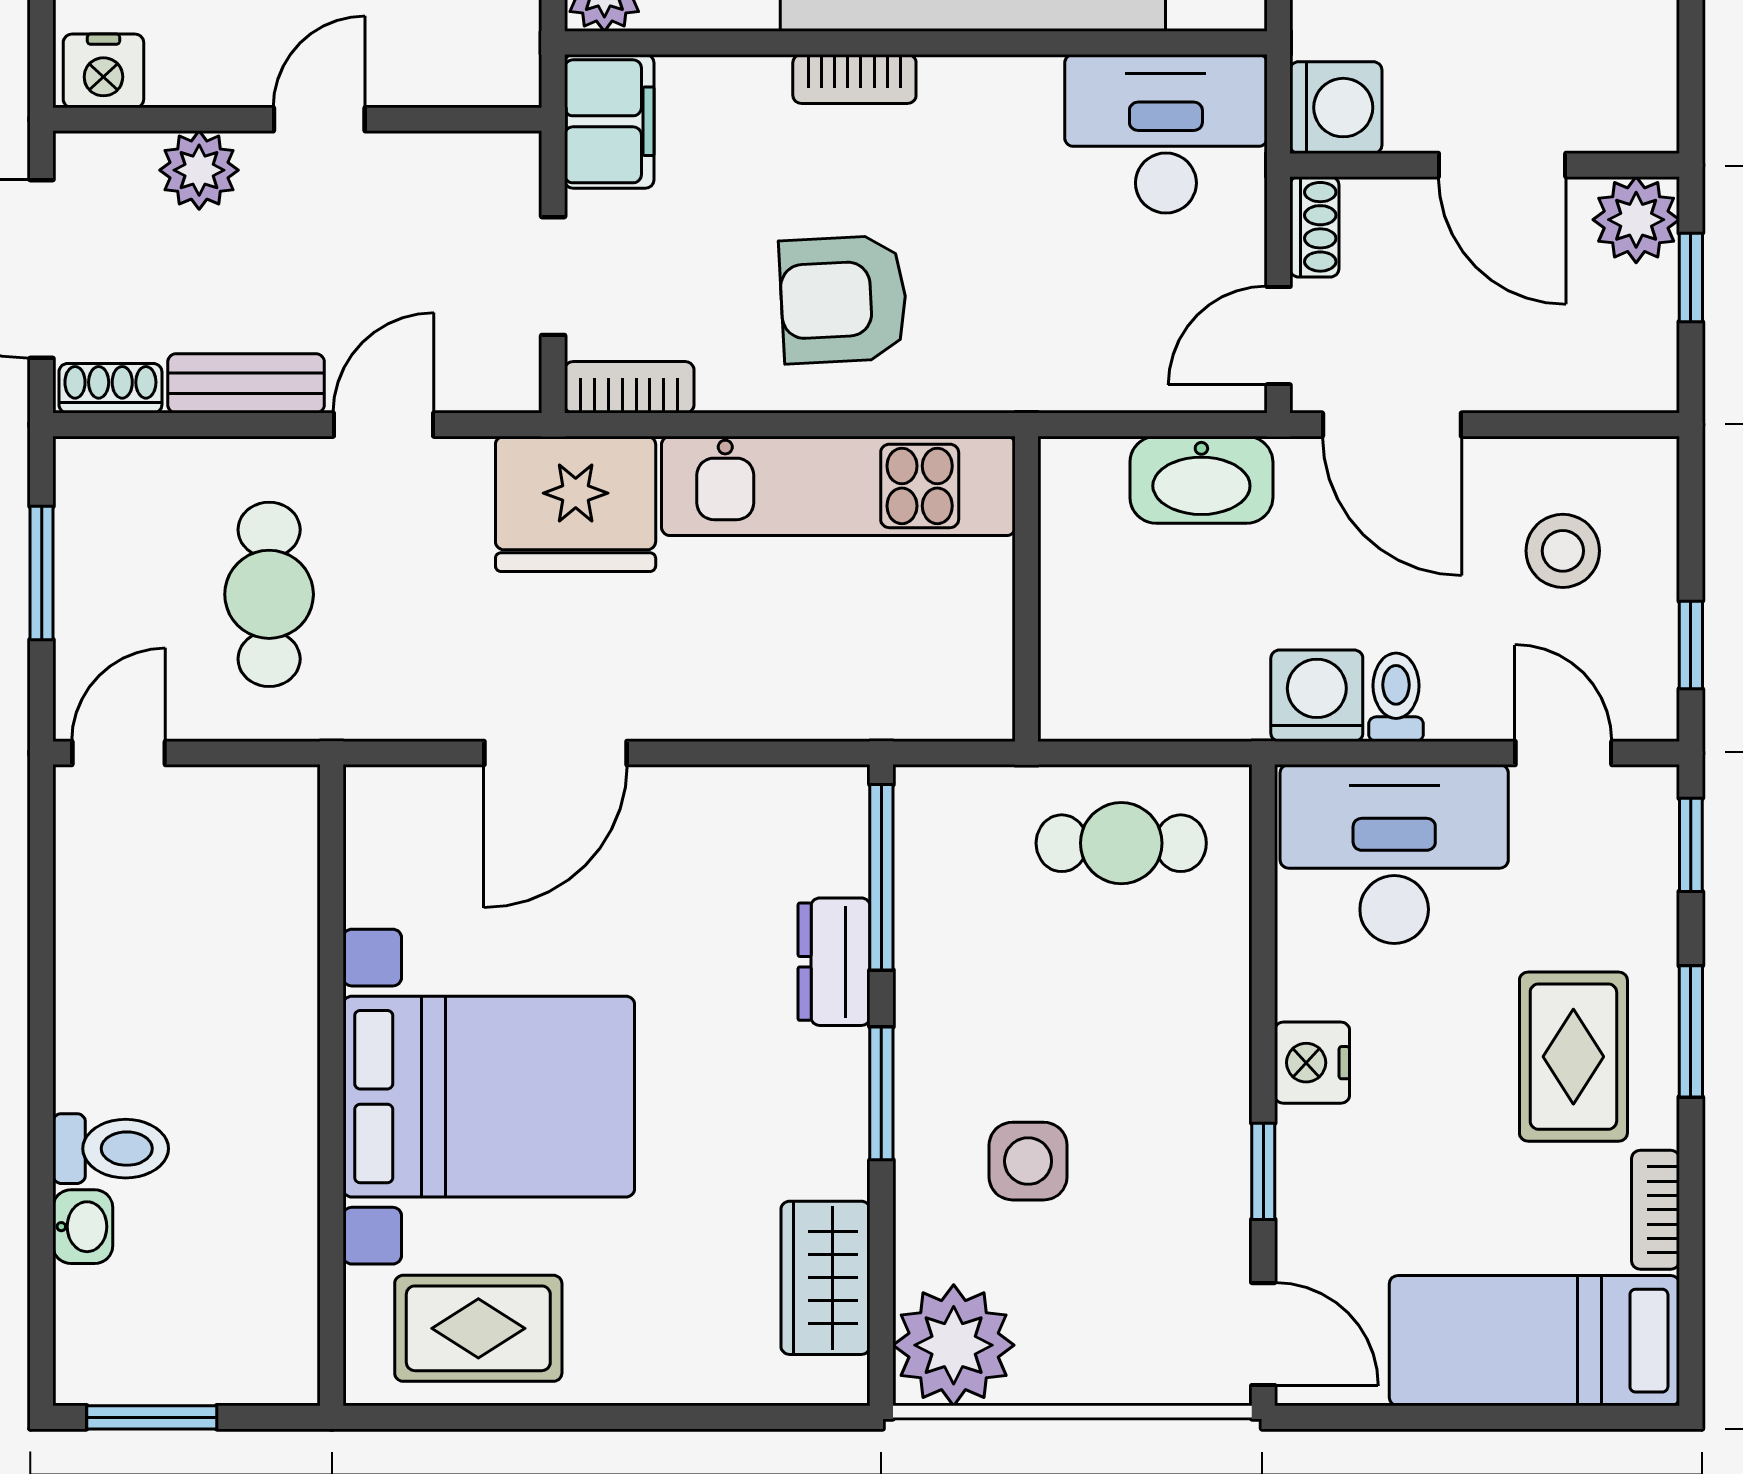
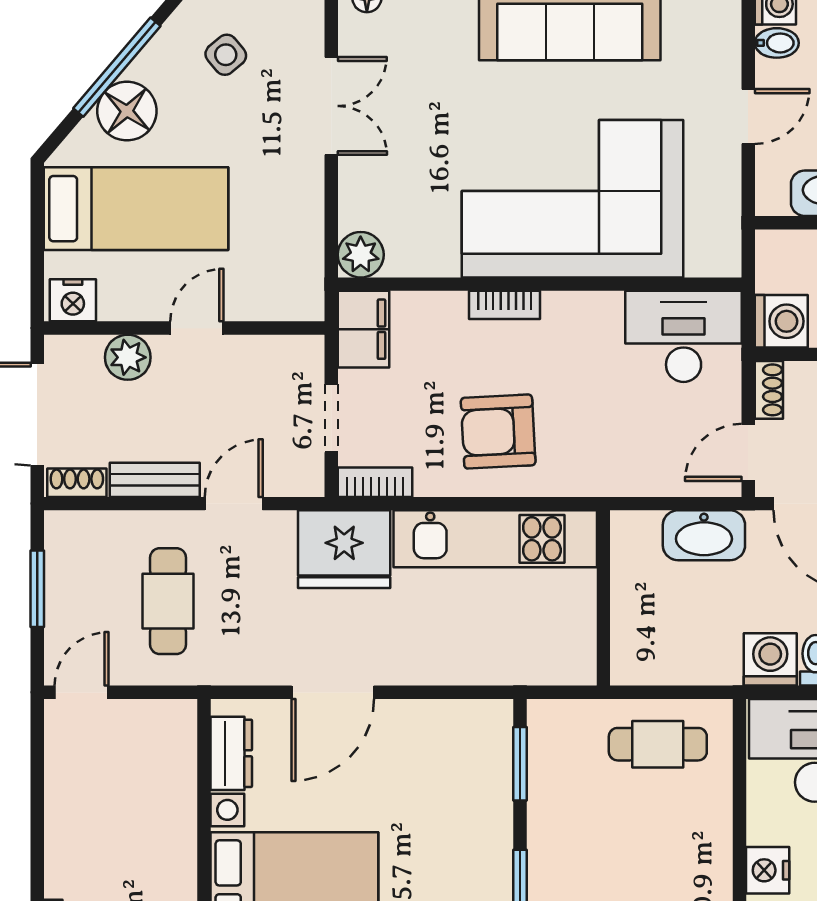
window: (881, 877) -> (520, 764), width x0.69
dresser: (834, 962) -> (231, 753), moved, turned 180

